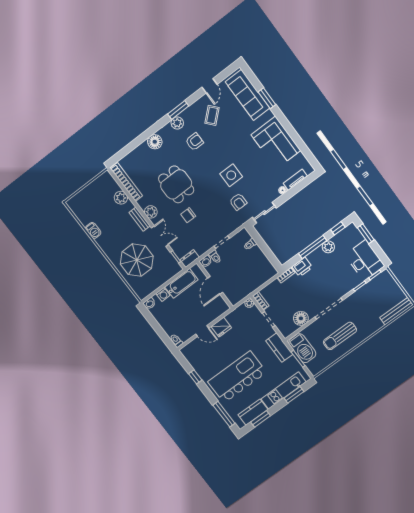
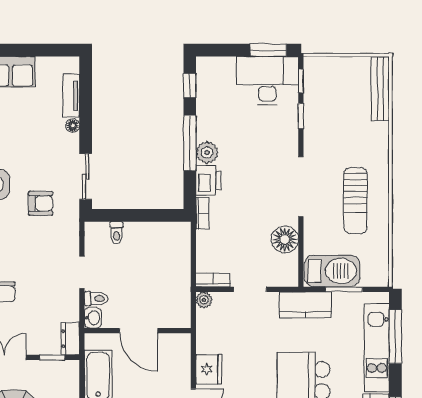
window: (366, 234) -> (268, 50), moved
plant: (328, 247) -> (207, 152), moved
window: (294, 395) -> (395, 337), width x1.44

